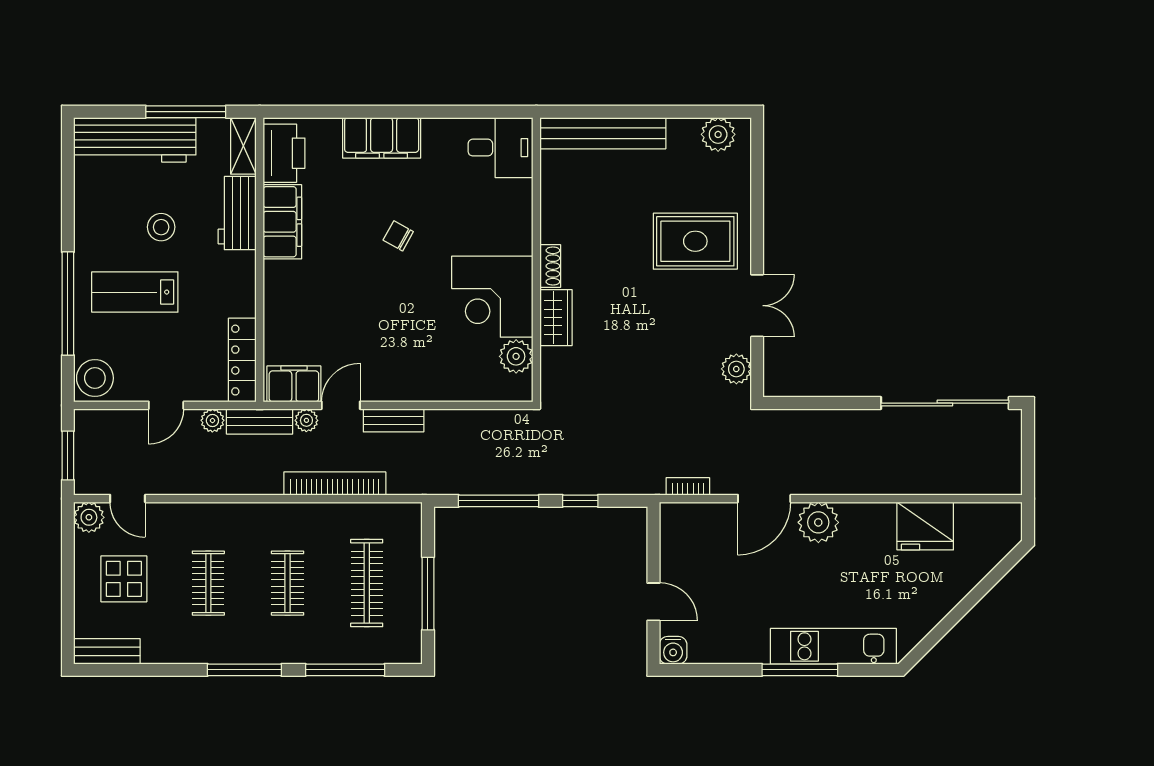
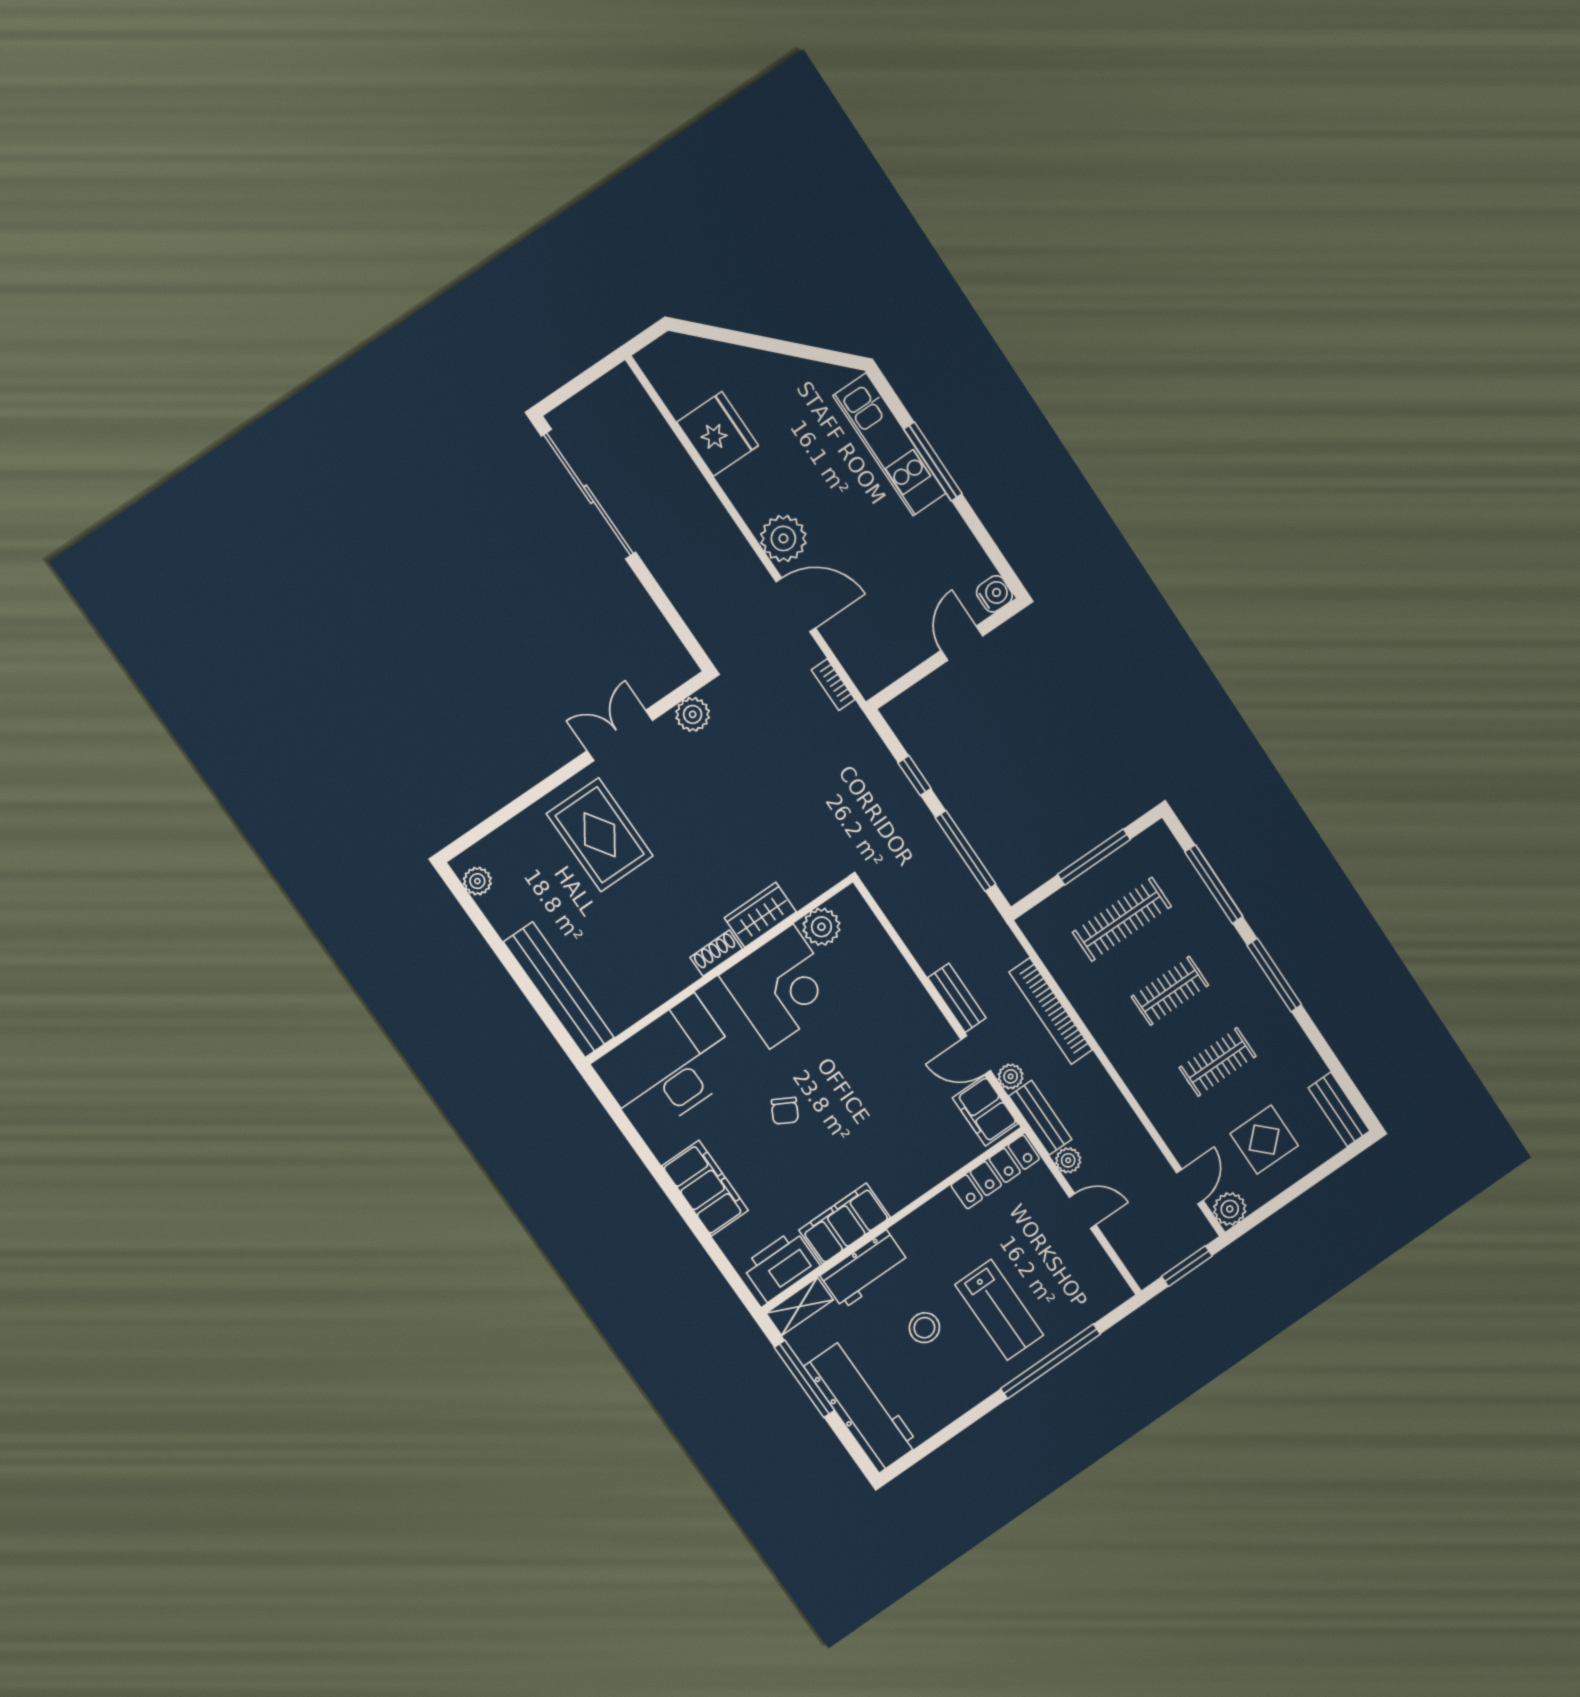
plant: (718, 134) -> (477, 881), width x0.73, depth x0.73
desk: (500, 148) -> (669, 1066), width x1.87, depth x1.30
stool: (95, 378) -> (1101, 1291), removed

